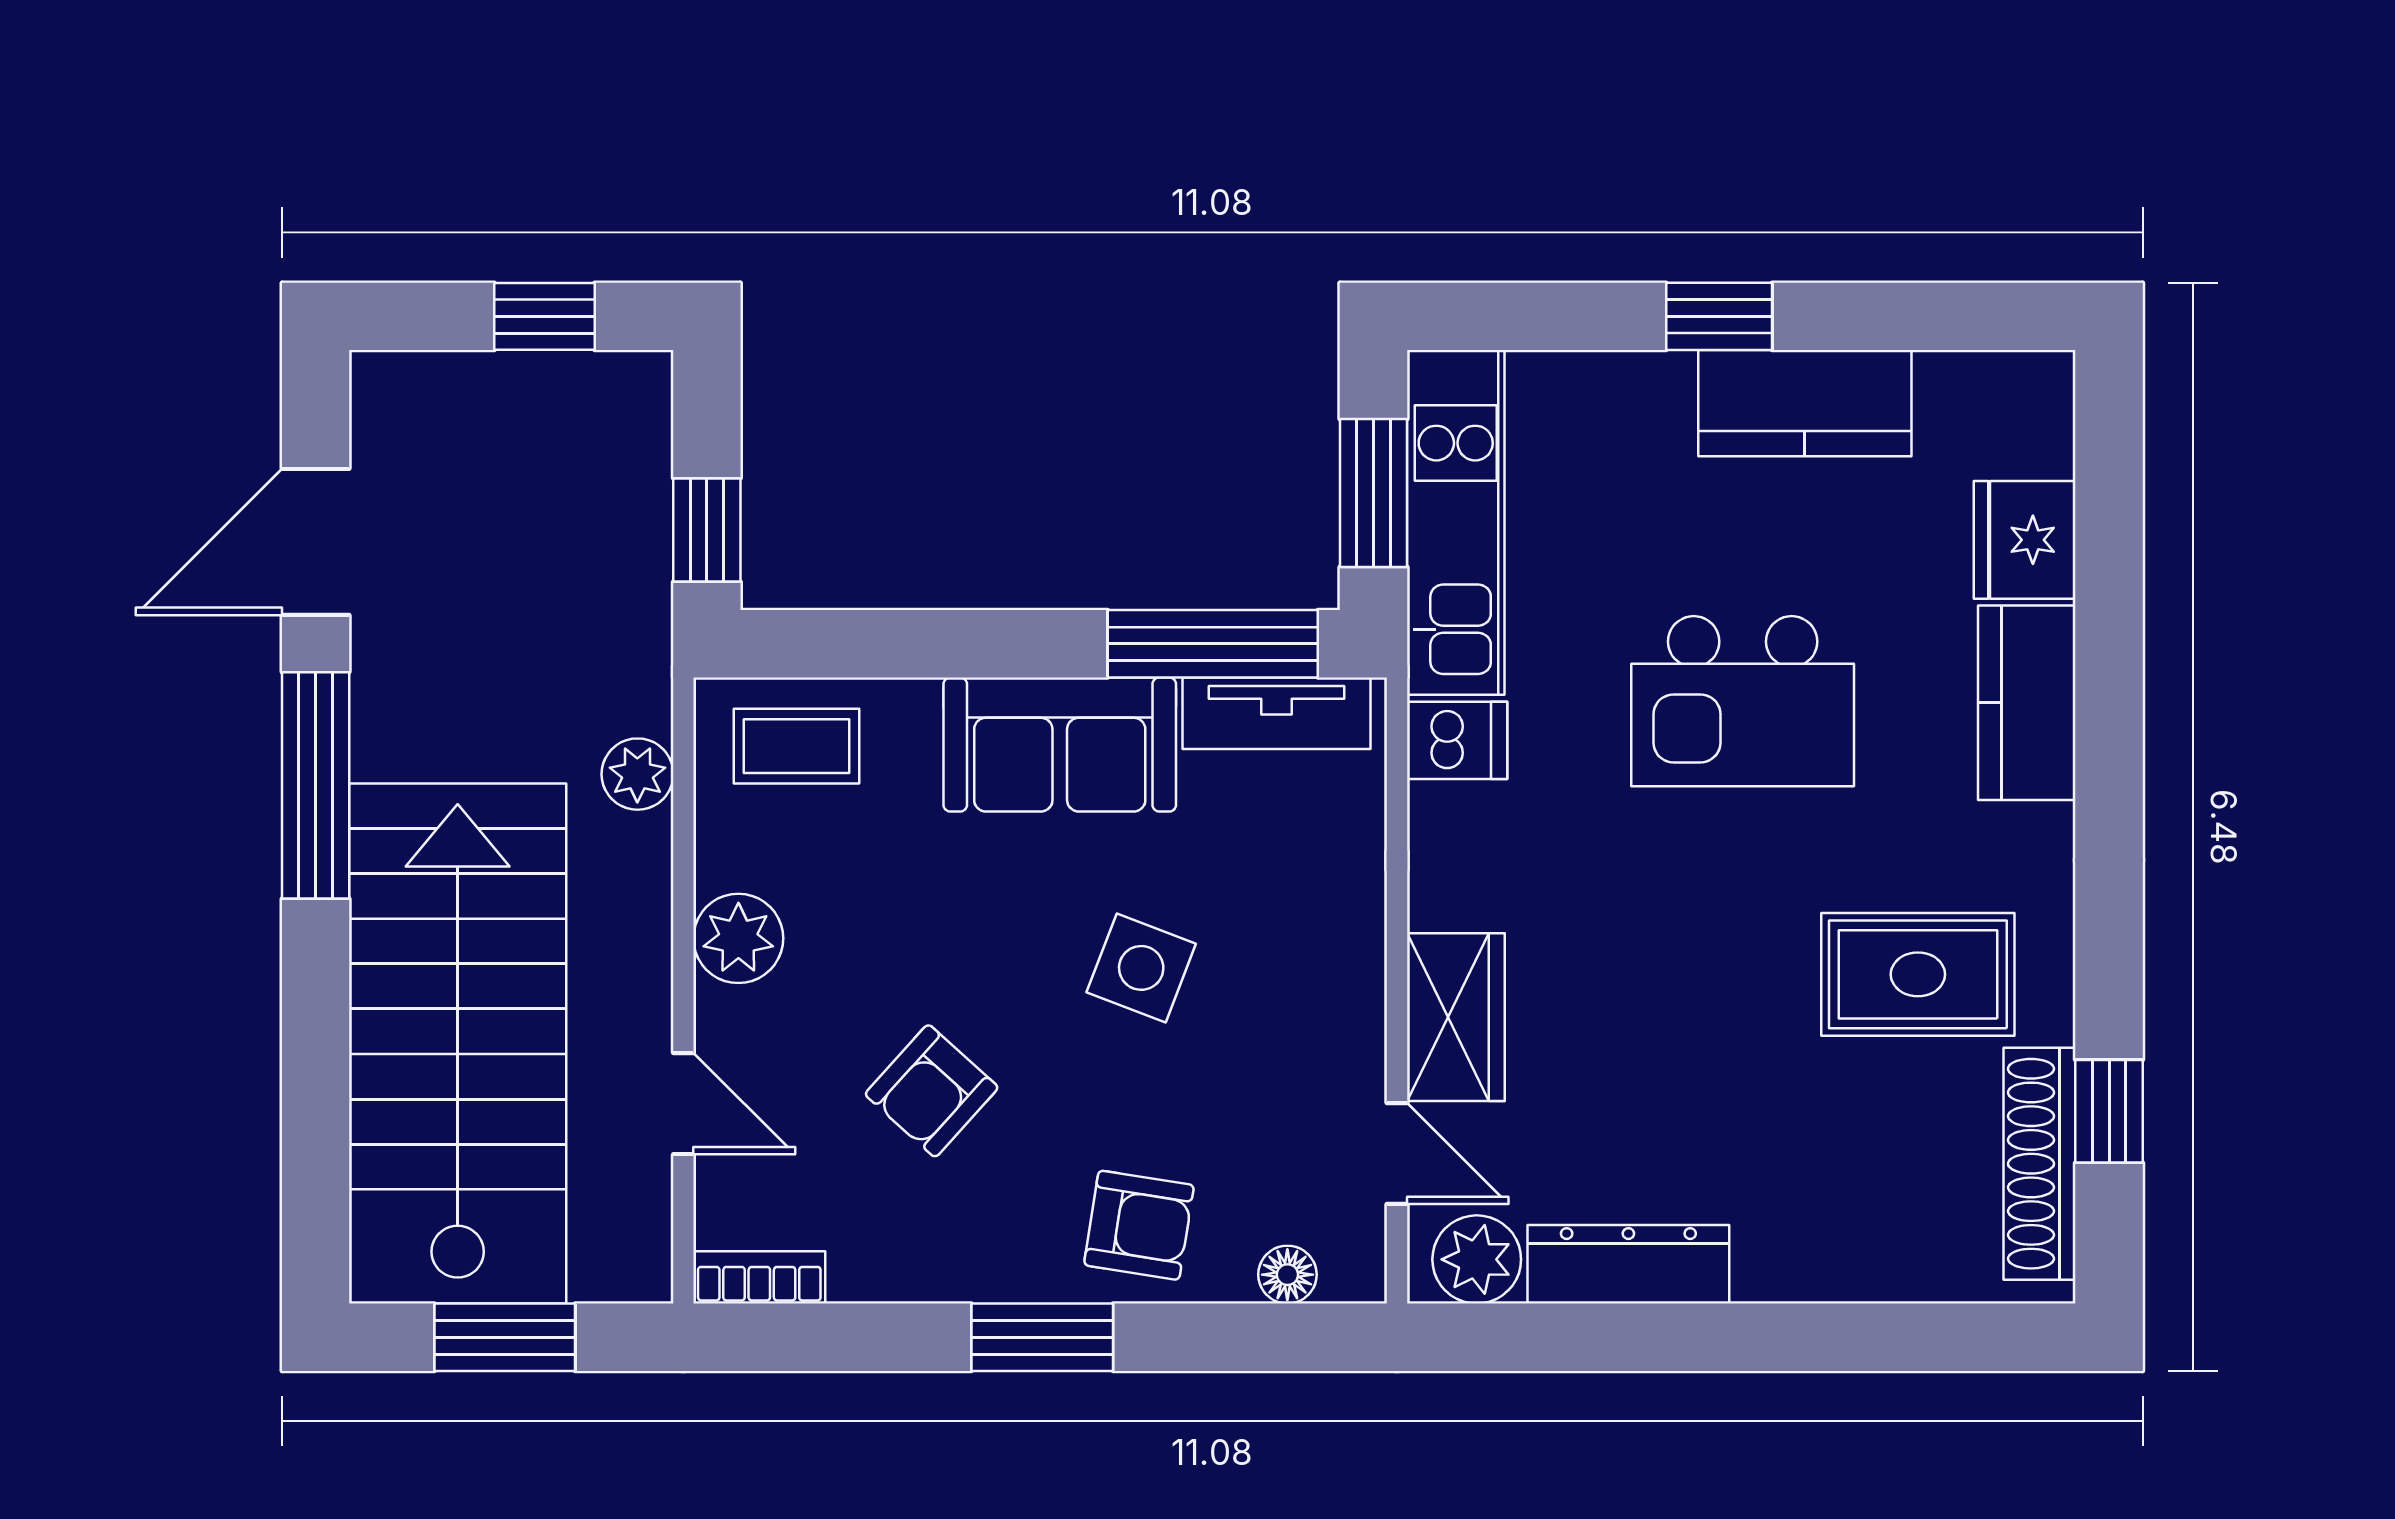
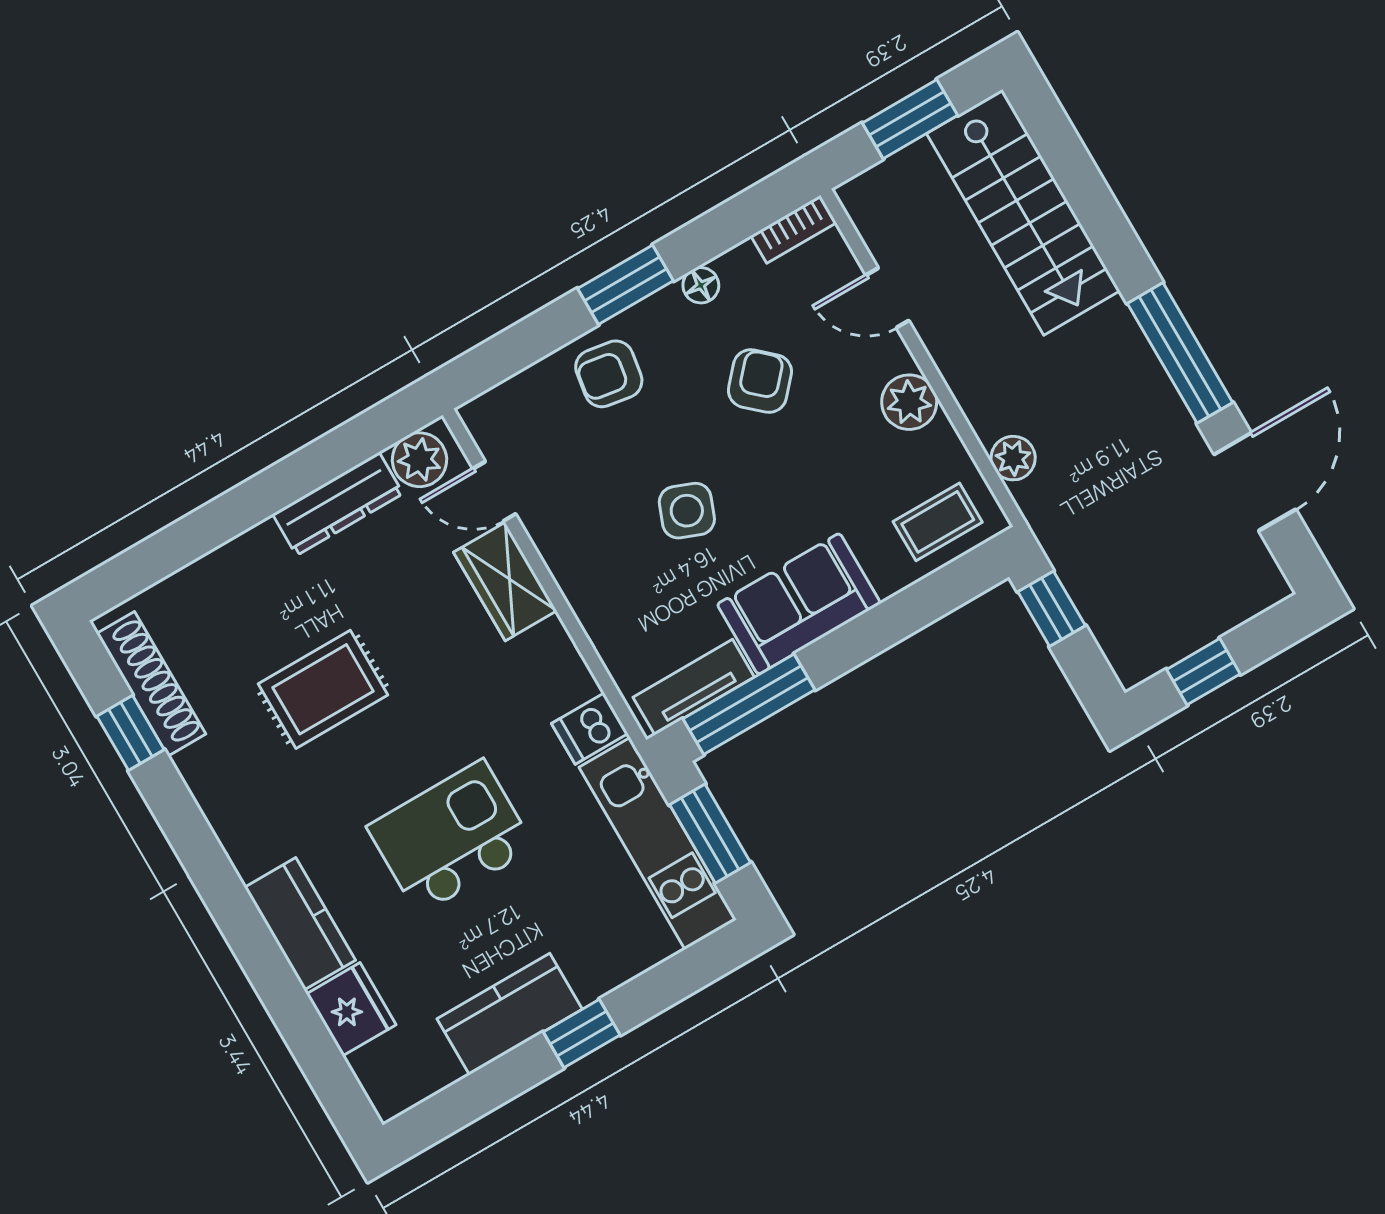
rug: (1918, 974) -> (323, 689), moved
stairs: (458, 1044) -> (1023, 212), width x0.73, depth x0.66
floor lamp: (1287, 1275) -> (701, 285), moved

